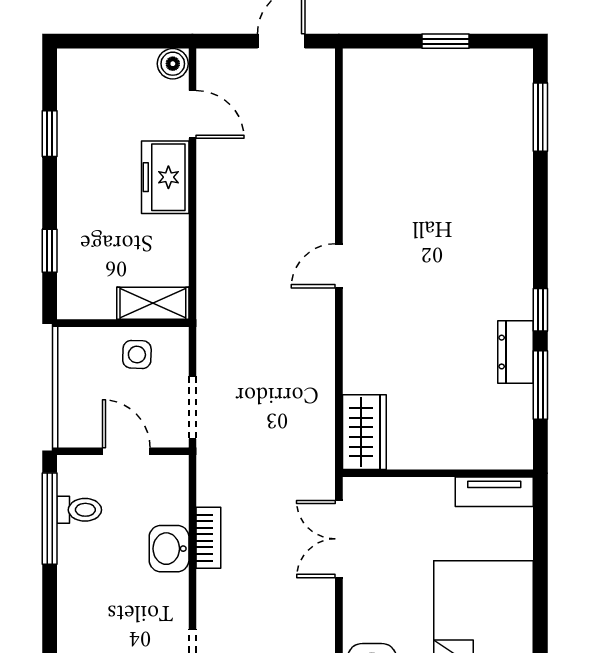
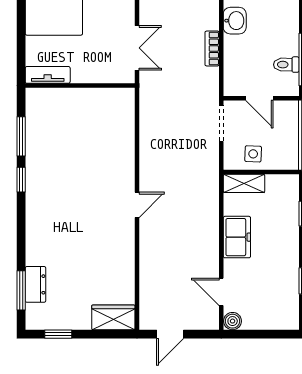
window: (446, 41) -> (58, 334), moved
freezer: (165, 177) -> (237, 237), moved
dresser: (515, 352) -> (35, 284), moved
wardrobe: (364, 432) -> (113, 317), moved, turned 90
washbasin: (169, 549) -> (235, 21), moved

